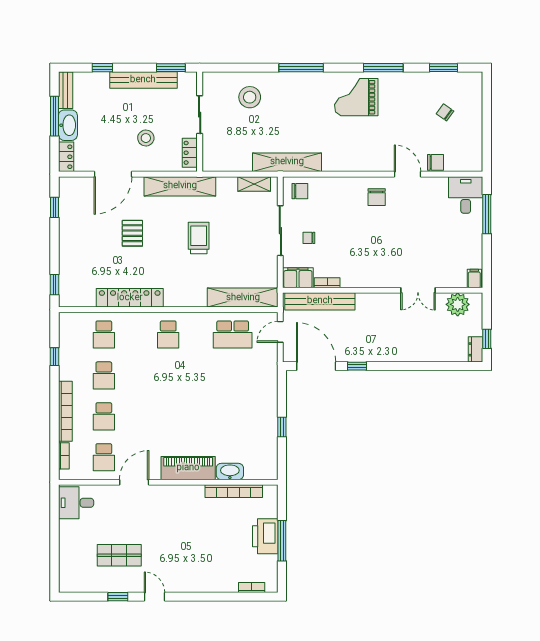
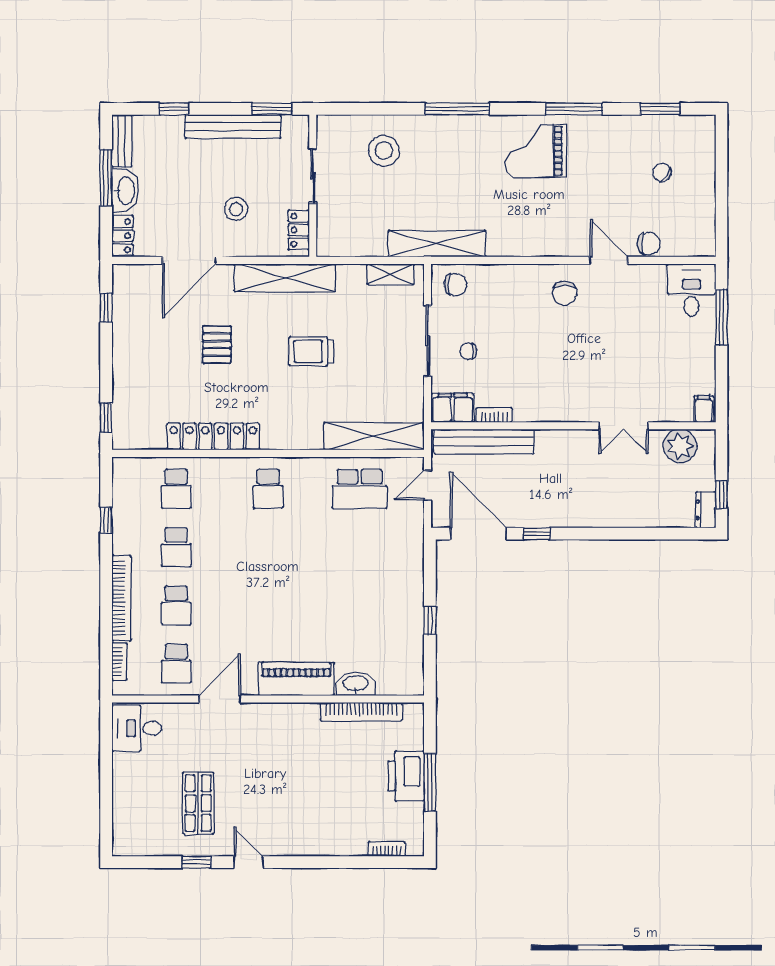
trolley: (199, 238) -> (311, 351), turned -90
shop shelf: (119, 555) -> (198, 803), turned 90

